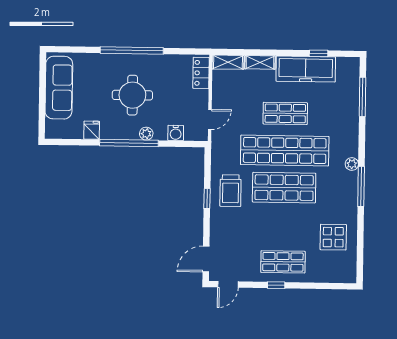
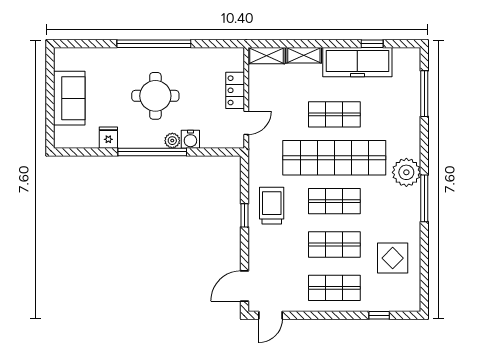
locker: (201, 73) -> (235, 90), moved
sofa: (59, 88) -> (69, 98), width x0.73
water cooler: (176, 133) -> (190, 139), moved
plant: (352, 164) -> (406, 172), width x1.87, depth x1.87
shop shelf: (284, 188) -> (334, 201), width x0.70, depth x0.74
trolley: (230, 191) -> (272, 206), turned 180
shop shelf: (284, 225) -> (334, 245), added
window: (276, 285) -> (379, 315), moved

